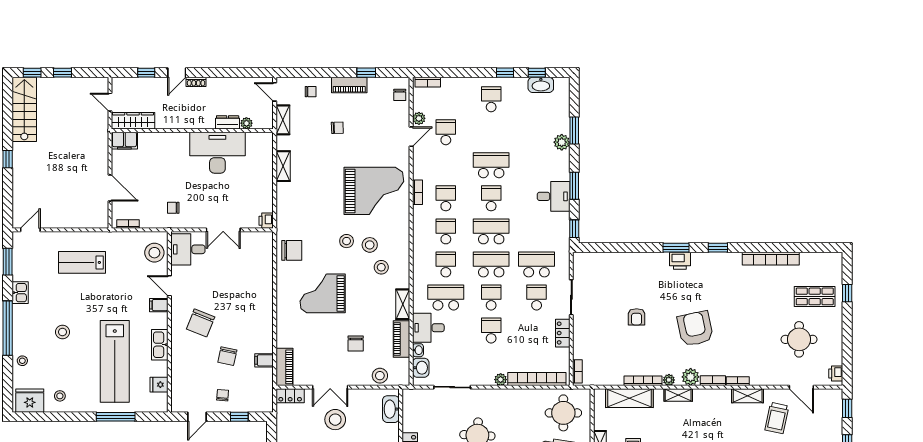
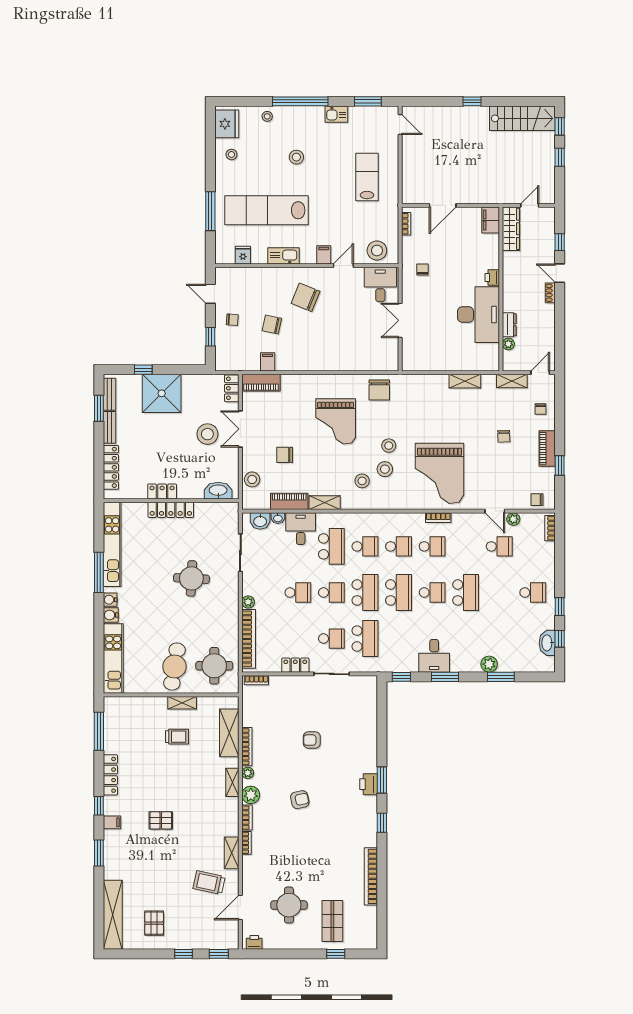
printer: (266, 221) -> (492, 277), moved, turned -90
grand piano: (323, 293) -> (336, 421), turned 180
armchair: (695, 329) -> (300, 800), width x0.53, depth x0.53

